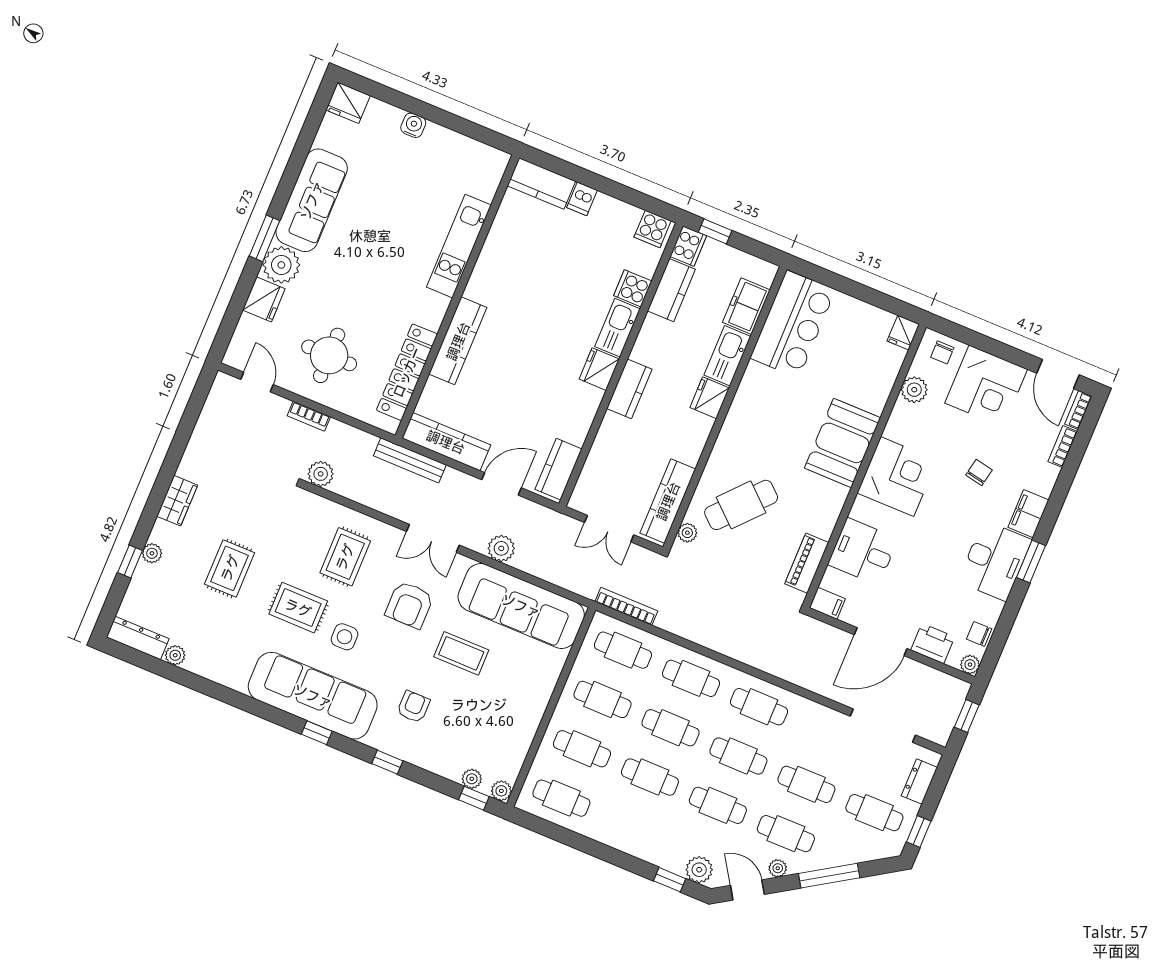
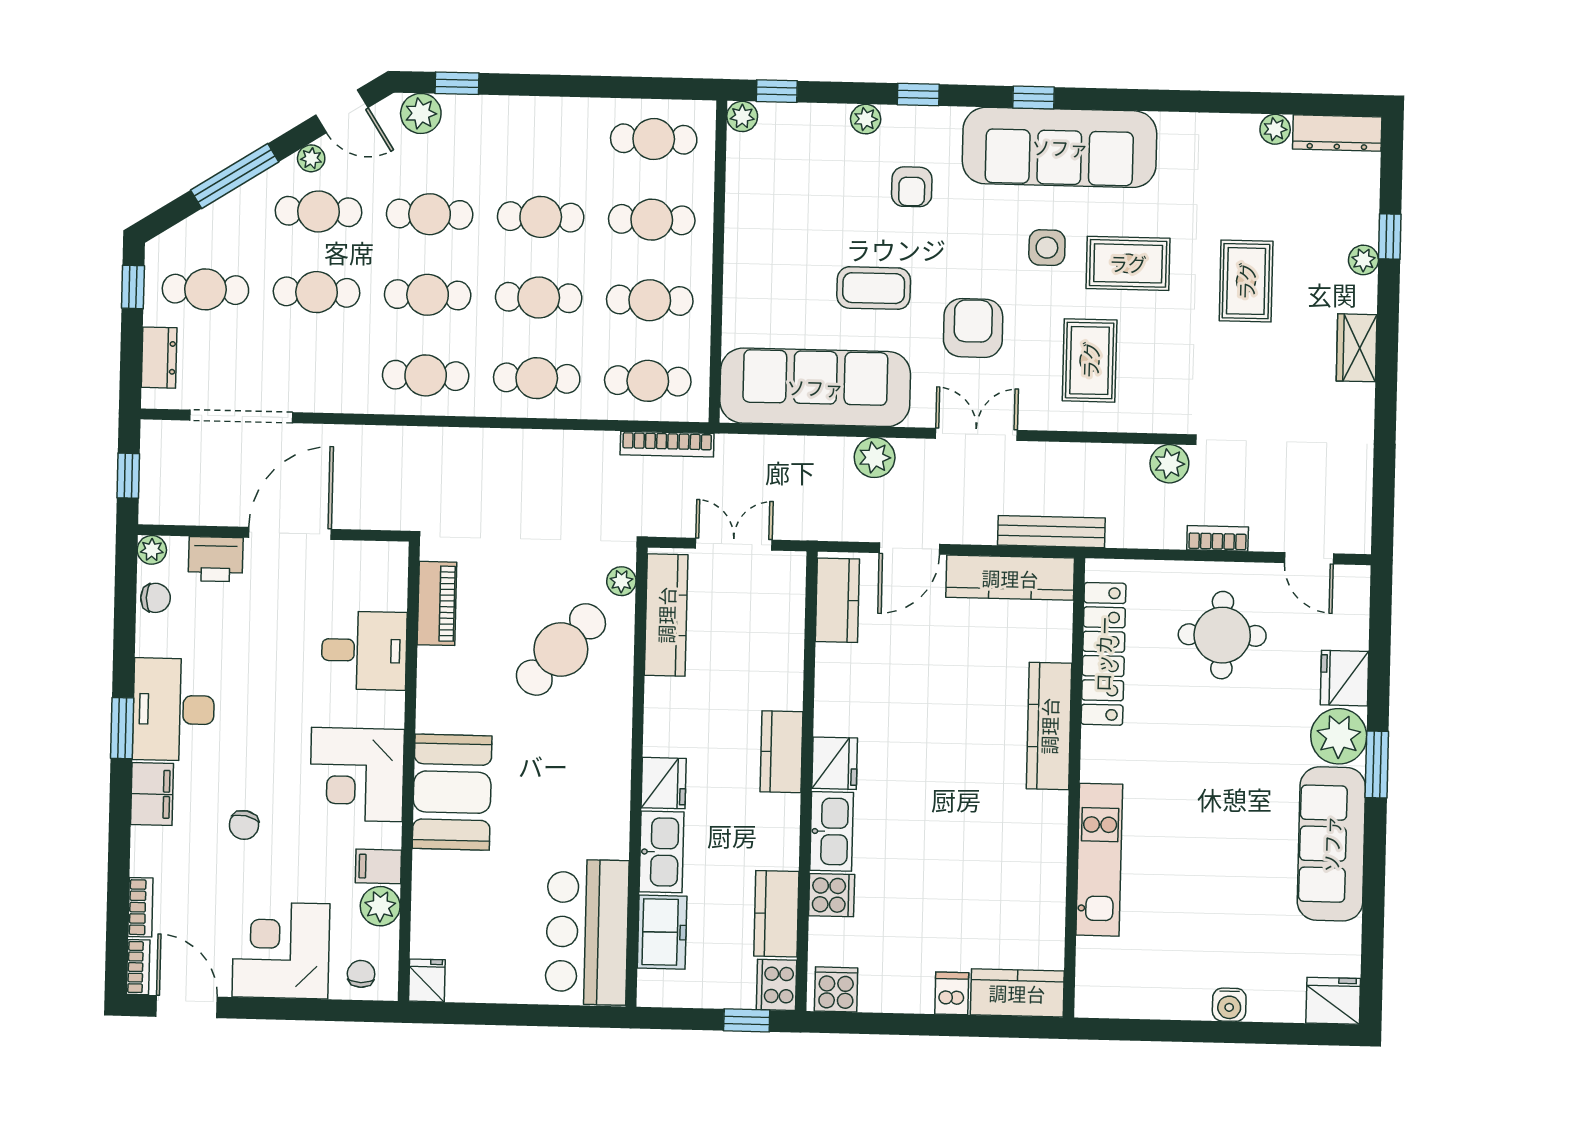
filing cabinet: (827, 603) -> (378, 866), moved
plant: (472, 779) -> (866, 119), moved

